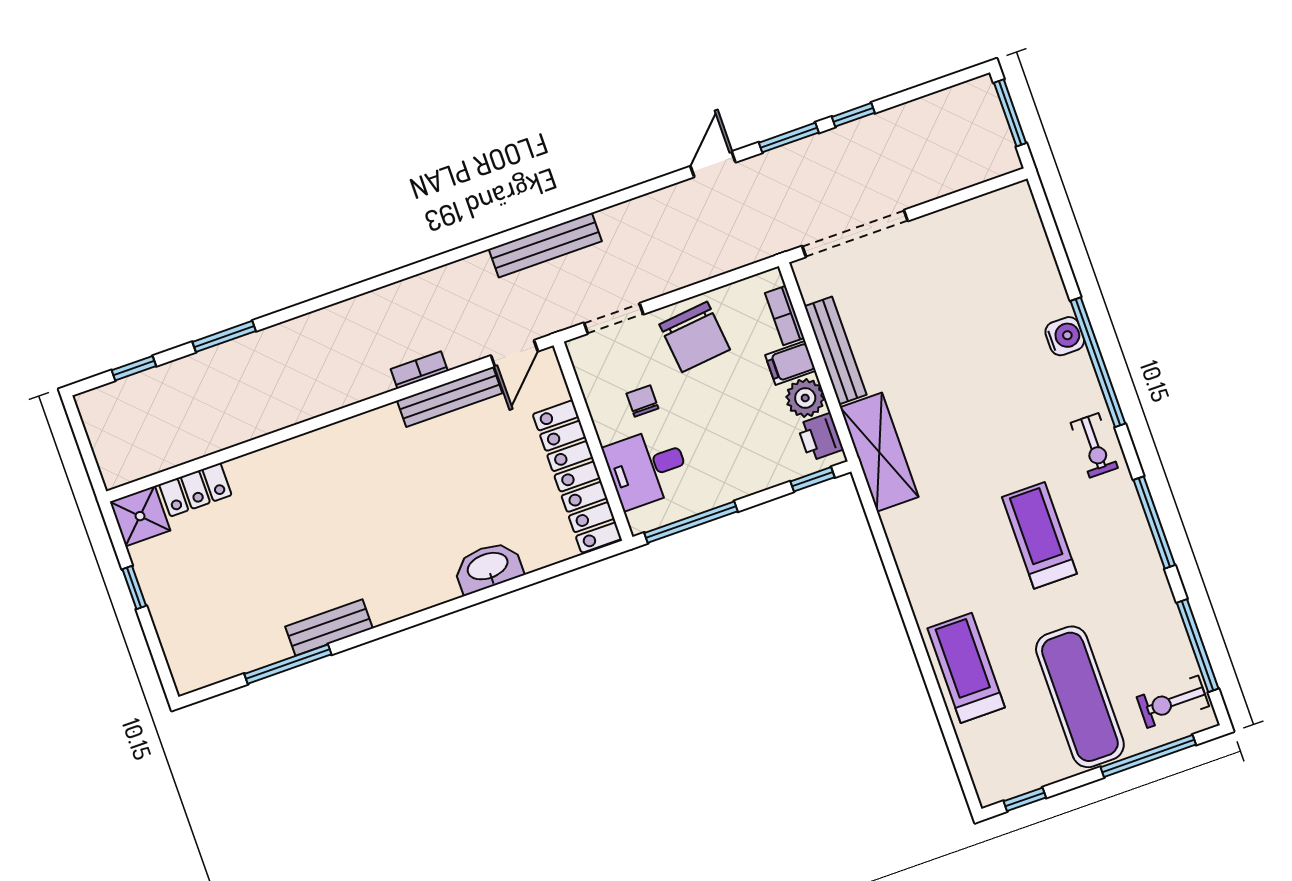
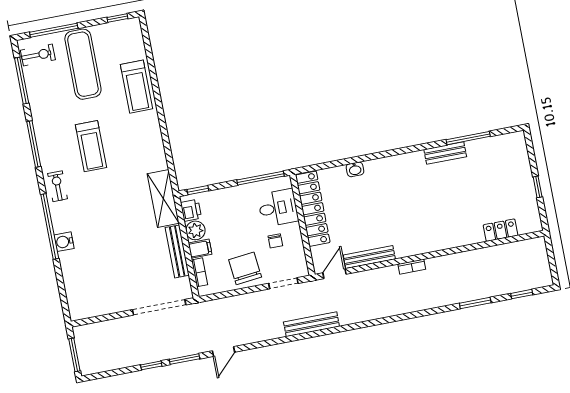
bookcase: (419, 370) -> (412, 267), moved
shower: (140, 516) -> (530, 221), removed
washbasin: (488, 567) -> (355, 169), width x0.52, depth x0.69

